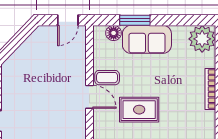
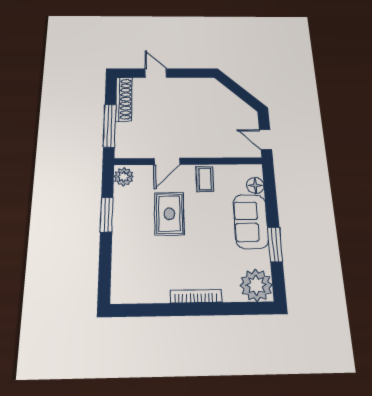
window: (135, 20) -> (275, 244), moved
door: (89, 97) -> (167, 161), moved

